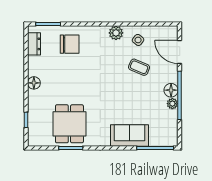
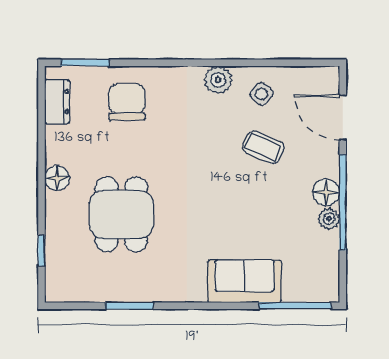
chair: (70, 44) -> (127, 102), turned -90
dining table: (69, 124) -> (121, 214), moved

